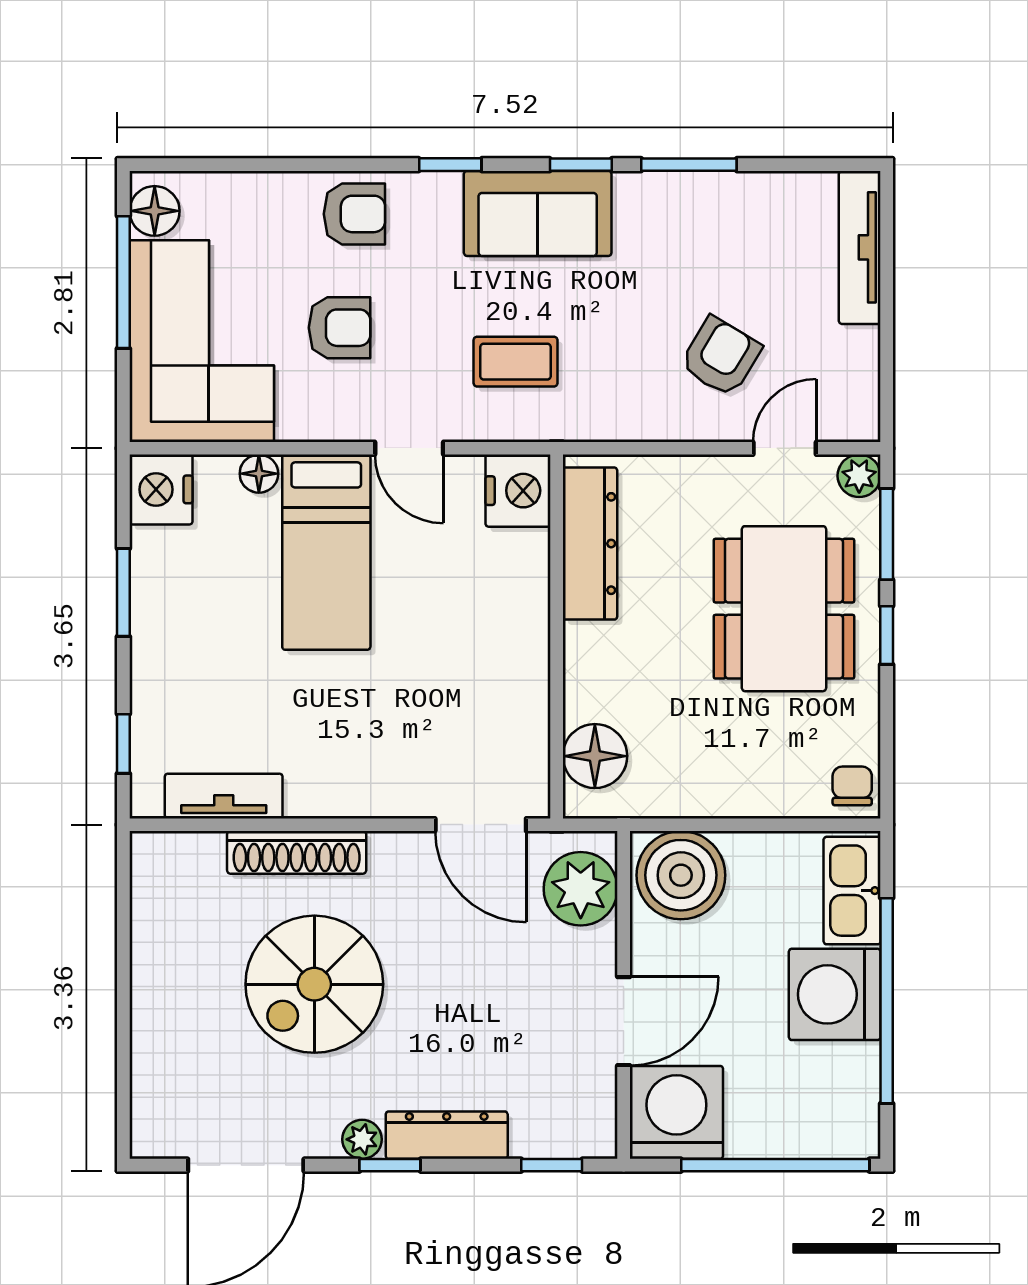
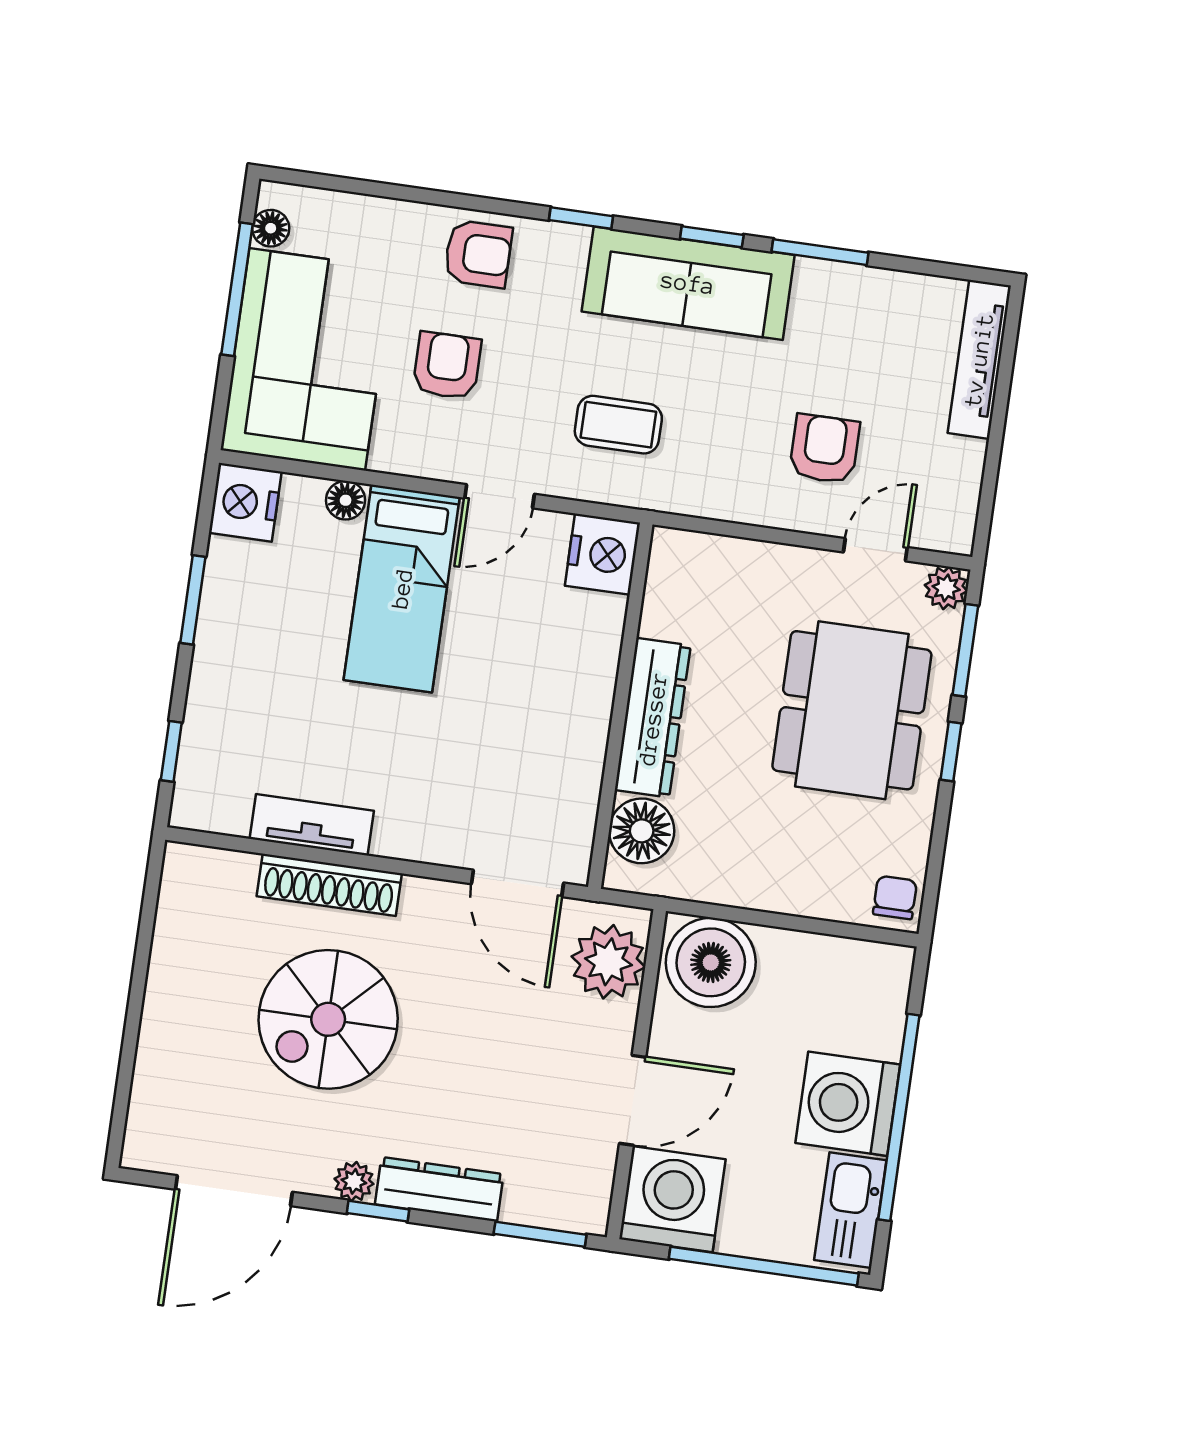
floor lamp: (155, 211) -> (271, 228), width x0.73, depth x0.73
sofa: (538, 213) -> (688, 283), width x1.36
armchair: (340, 328) -> (447, 366), turned -90
armchair: (721, 357) -> (825, 449), turned -31
door: (409, 448) -> (499, 496), hinge flipped
dresser: (590, 544) -> (653, 718), moved
tv unit: (224, 796) -> (312, 825), moved
kitchen sink: (852, 891) -> (850, 1210), moved
window: (552, 1165) -> (540, 1234), width x1.50

